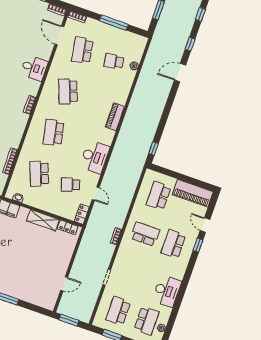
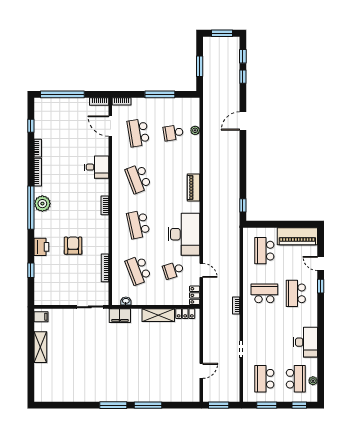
window: (190, 44) -> (243, 77), moved
desk: (95, 157) -> (184, 234), width x1.36, depth x1.30

